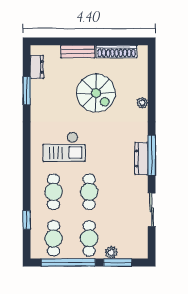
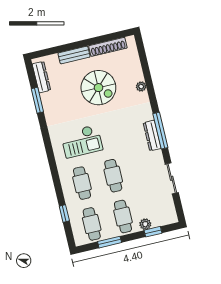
dresser: (37, 67) -> (41, 77), width x1.44
window: (68, 262) -> (110, 242), width x0.47
window: (118, 262) -> (153, 232), width x0.67

